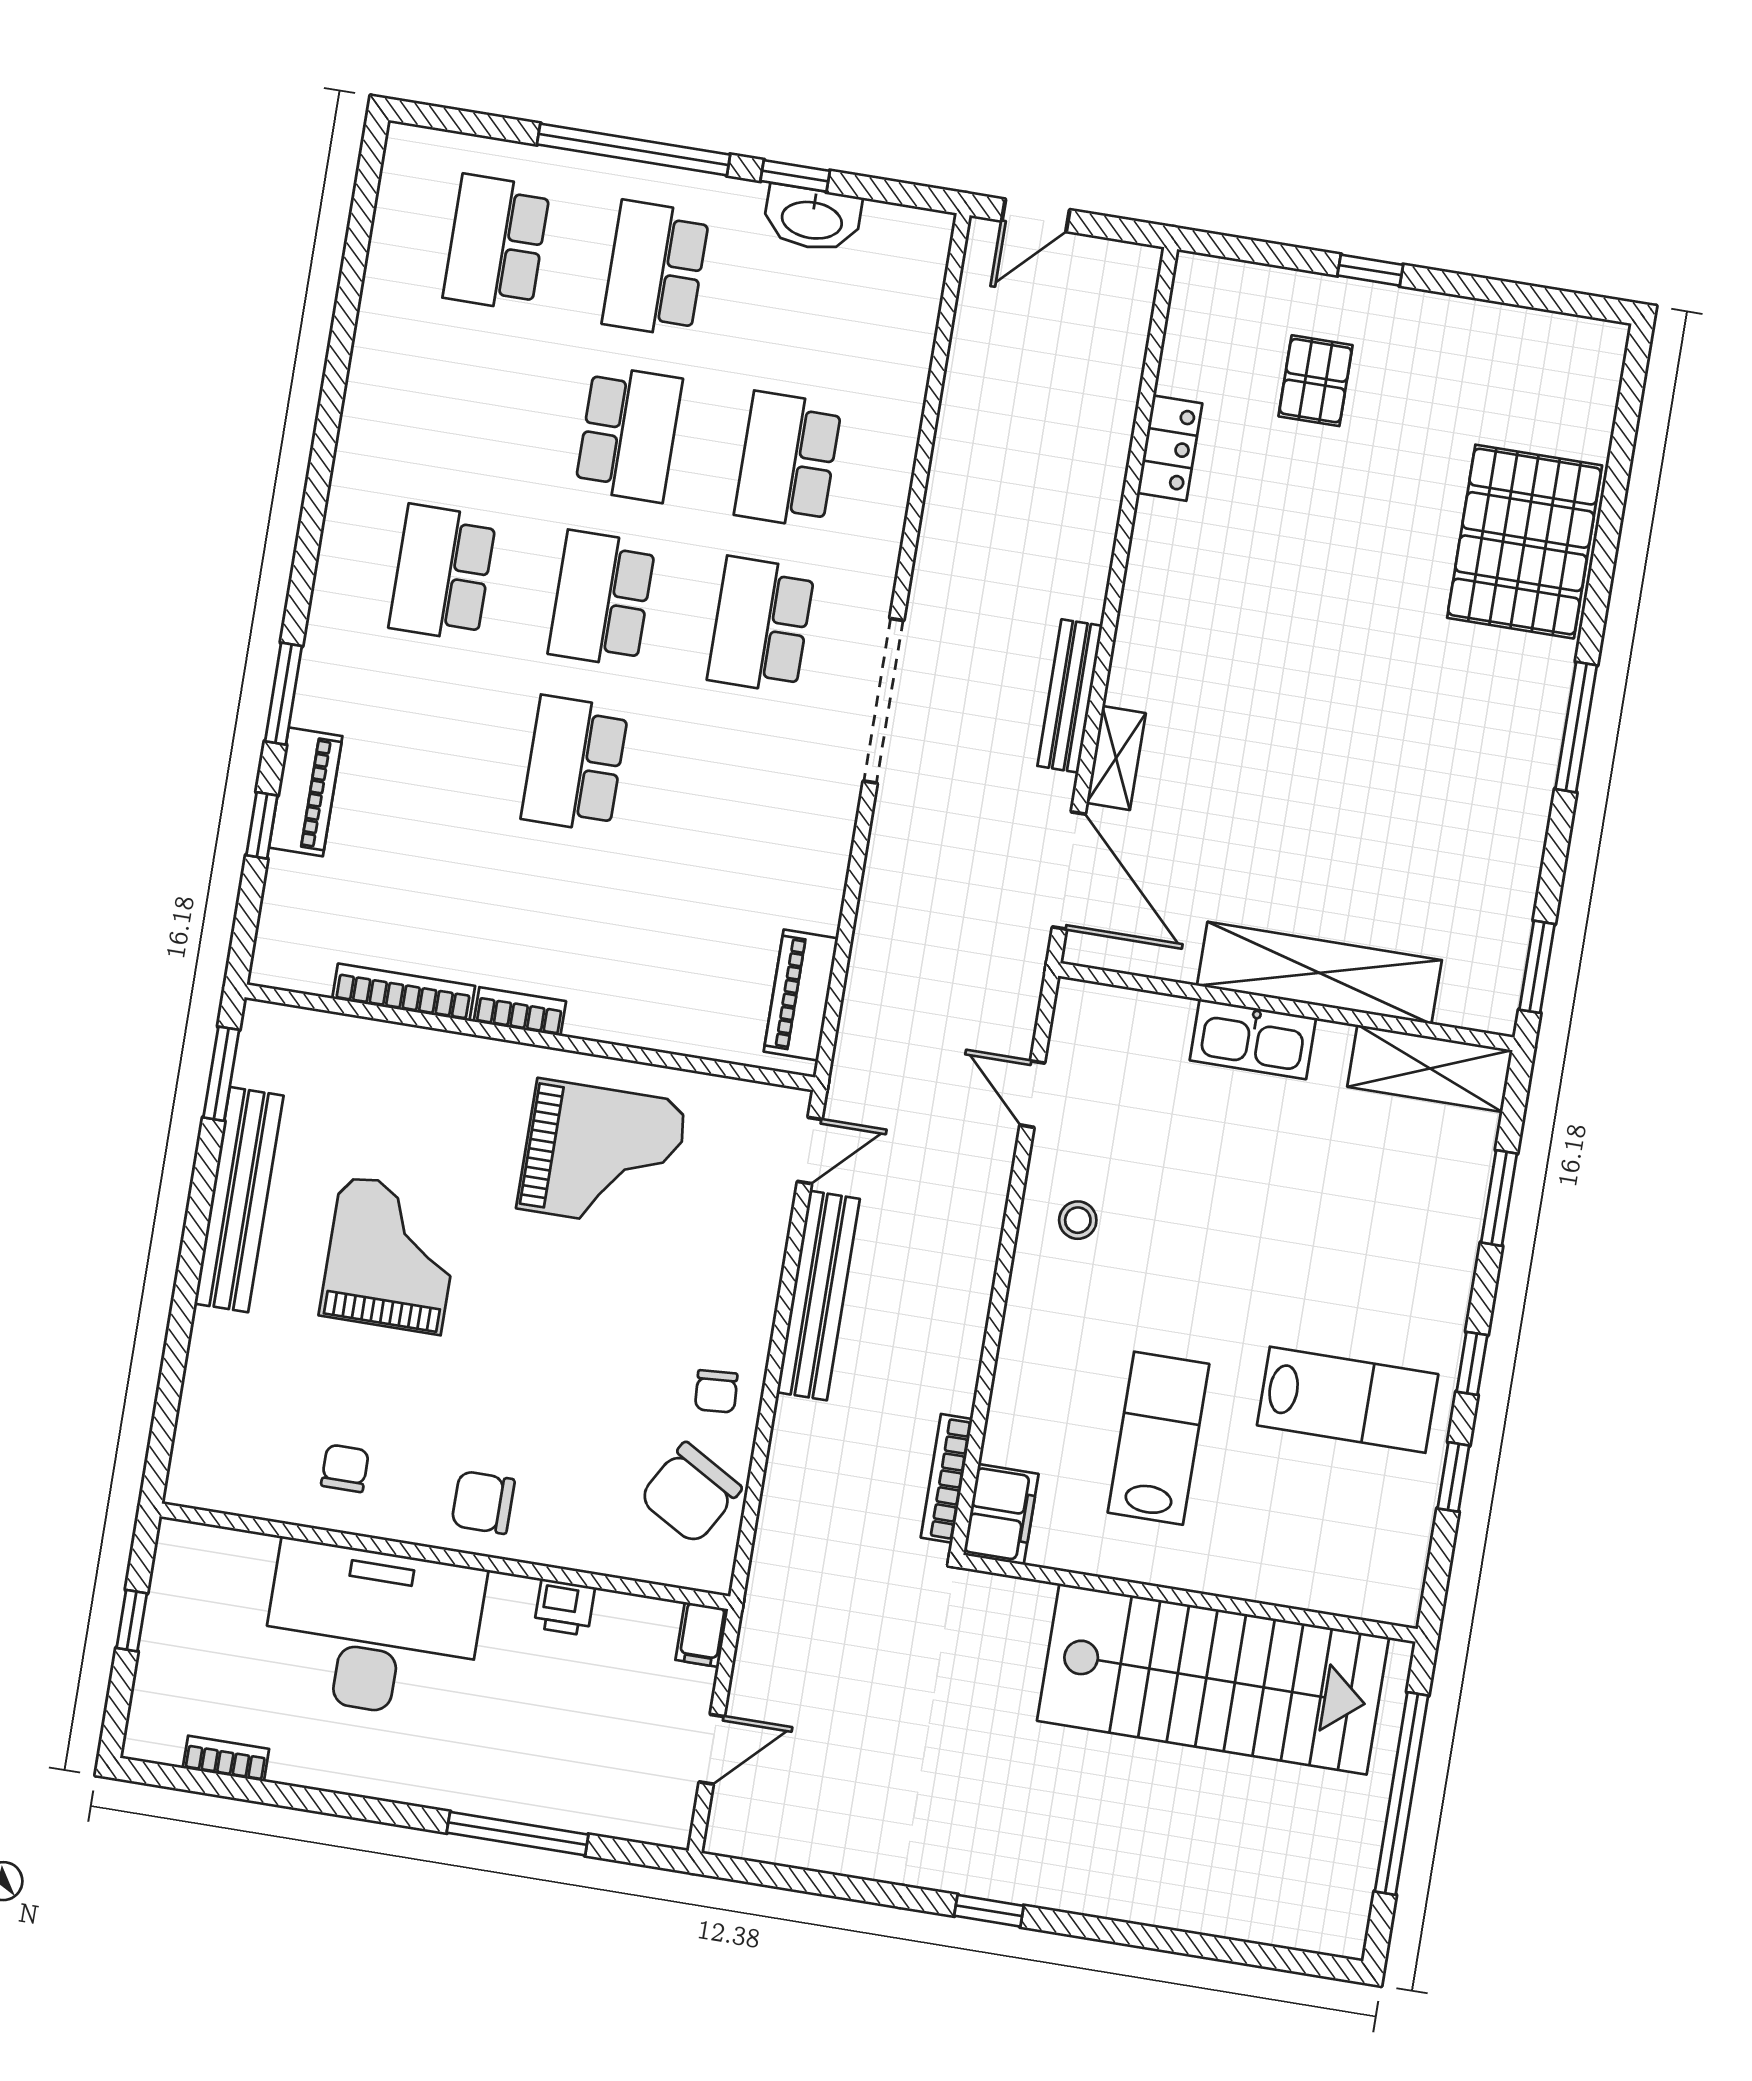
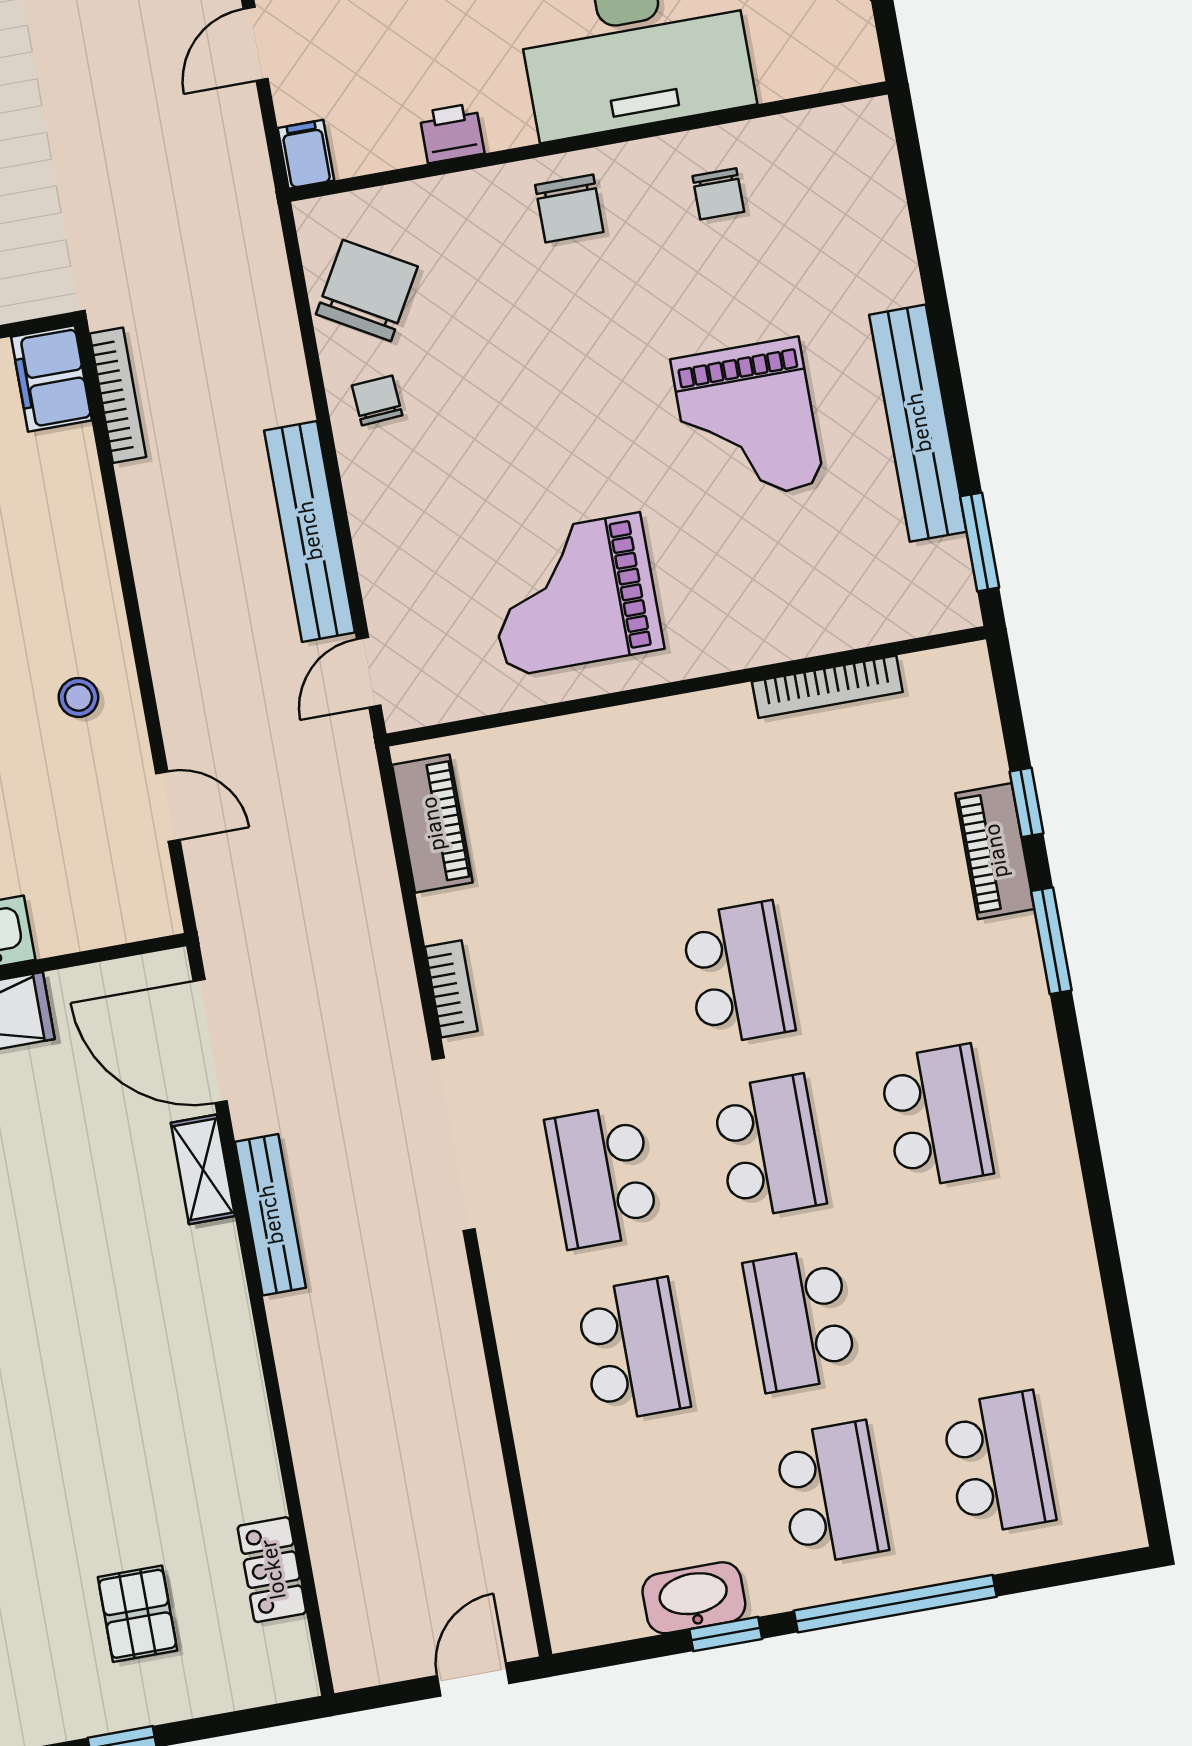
locker: (1170, 448) -> (272, 1570), moved
school desk: (761, 625) -> (602, 1177), turned 180
bookcase: (520, 1011) -> (451, 989), moved, turned -90
chair: (483, 1502) -> (569, 208), turned 90

